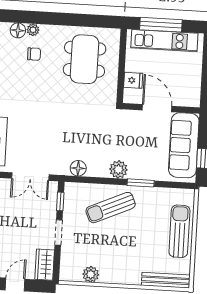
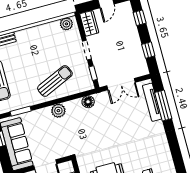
double door: (30, 177) -> (121, 84), swing flipped
window: (141, 183) -> (21, 111), moved
plant: (91, 274) -> (66, 24), moved

